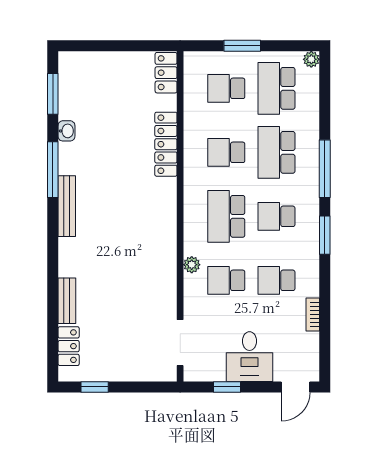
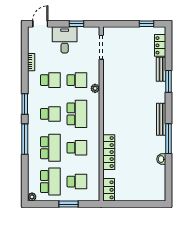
window: (53, 94) -> (169, 81), moved

